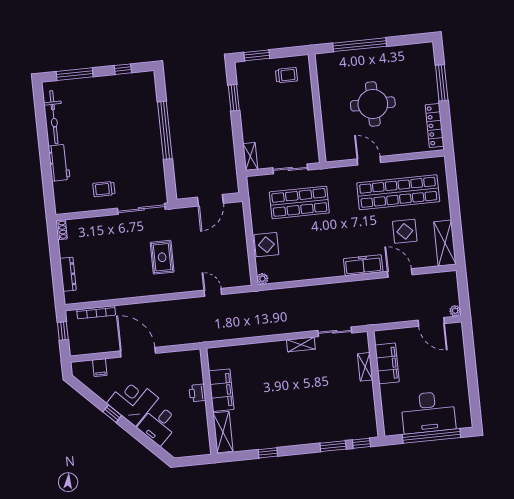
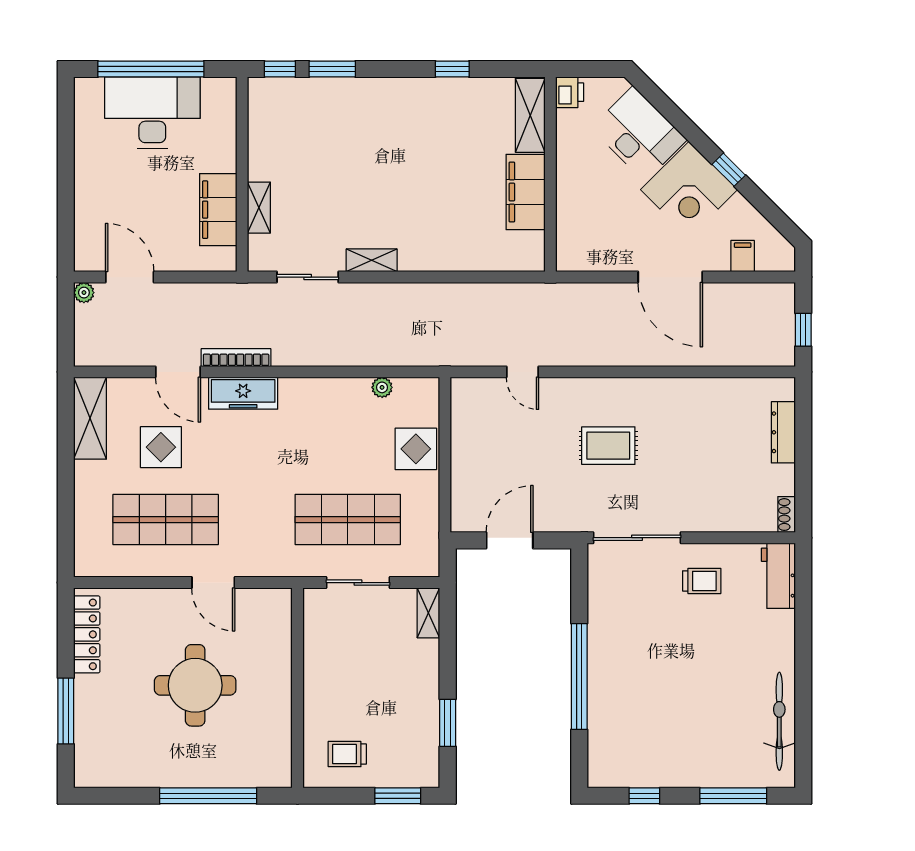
workbench: (59, 163) -> (778, 576), moved
shop shelf: (398, 192) -> (166, 520), width x0.71
rug: (162, 257) -> (608, 446), turned 90
plant: (262, 279) -> (382, 387), moved
bookcase: (96, 312) -> (236, 358), moved
printer: (197, 393) -> (570, 92), moved
desk: (159, 425) -> (639, 134), width x1.37

